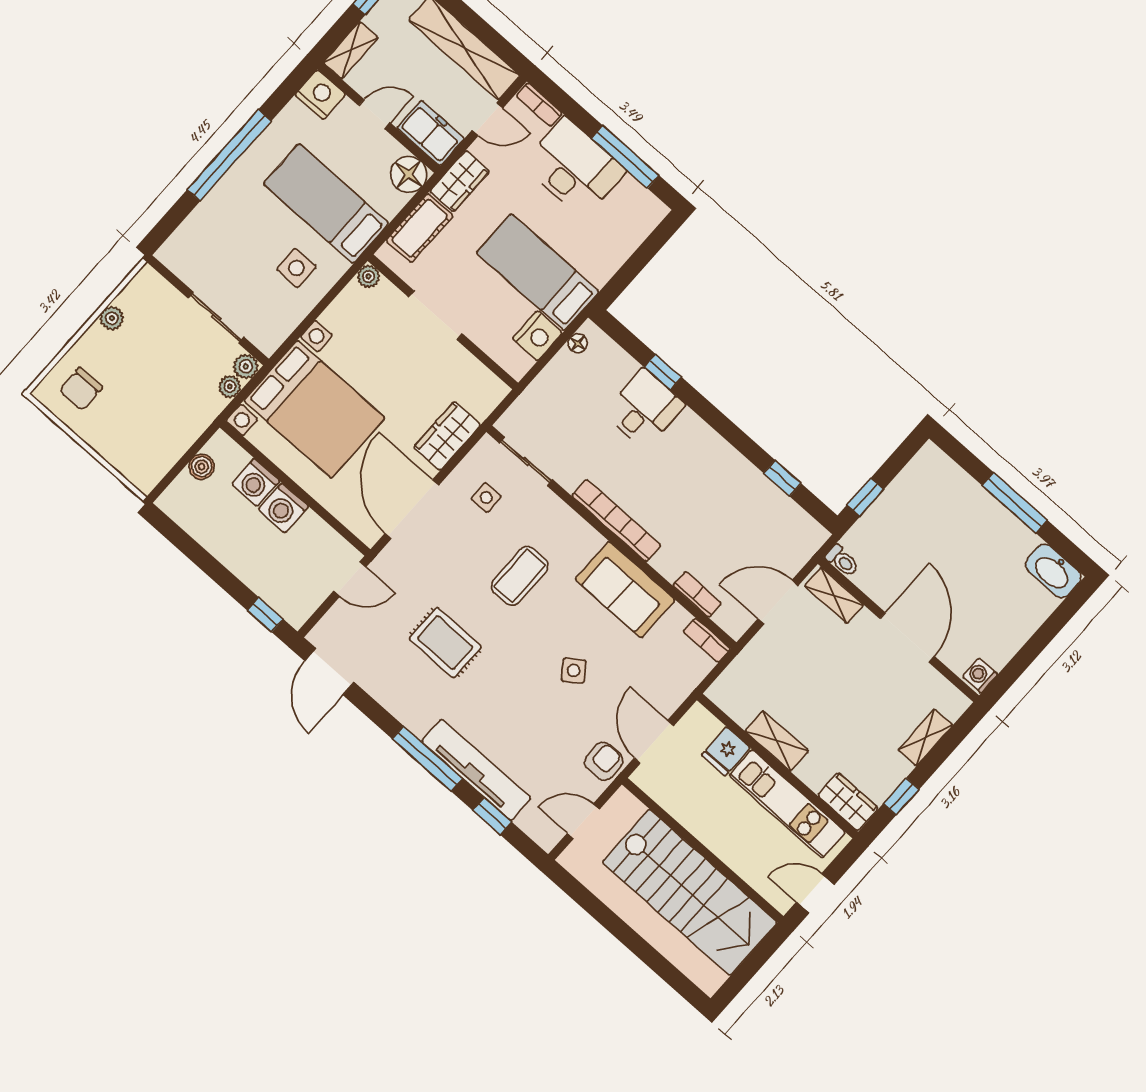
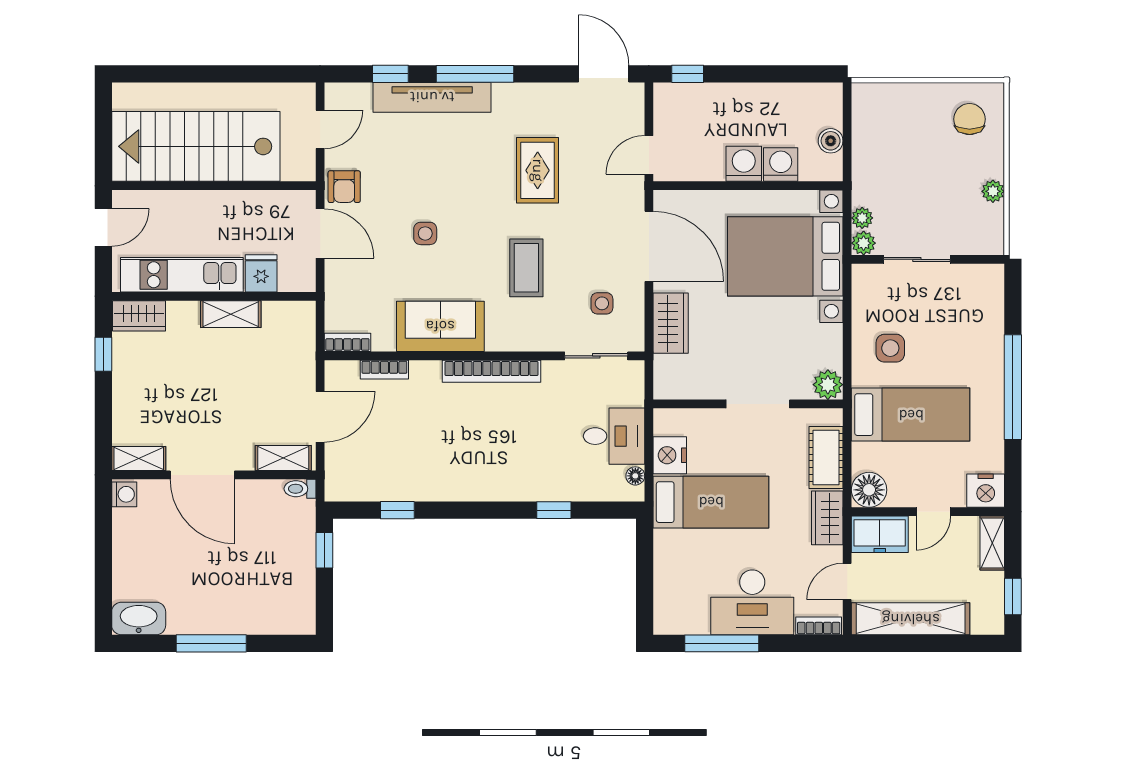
plant: (368, 277) -> (828, 385), width x1.38, depth x1.38
desk: (644, 409) -> (614, 436), moved, turned -90
rug: (445, 643) -> (538, 170), turned 90
side table: (574, 671) -> (425, 233), turned 36
shelving: (925, 737) -> (139, 458), moved, turned 90

